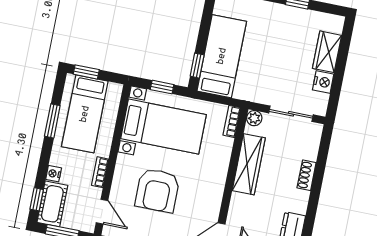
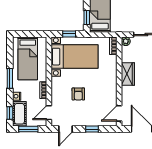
window: (86, 72) -> (24, 34), removed
window: (52, 121) -> (10, 78), moved
wardrobe: (249, 164) -> (128, 74), width x0.67
armchair: (157, 190) -> (78, 94), width x0.53, depth x0.53
door: (102, 212) -> (49, 113), swing flipped

